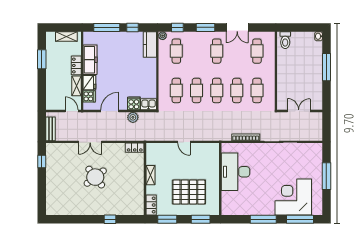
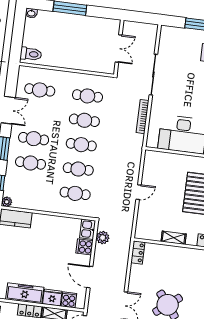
cafe table: (176, 51) -> (31, 163), moved
double door: (299, 111) -> (119, 49), swing flipped
plant: (133, 117) -> (103, 238), moved

